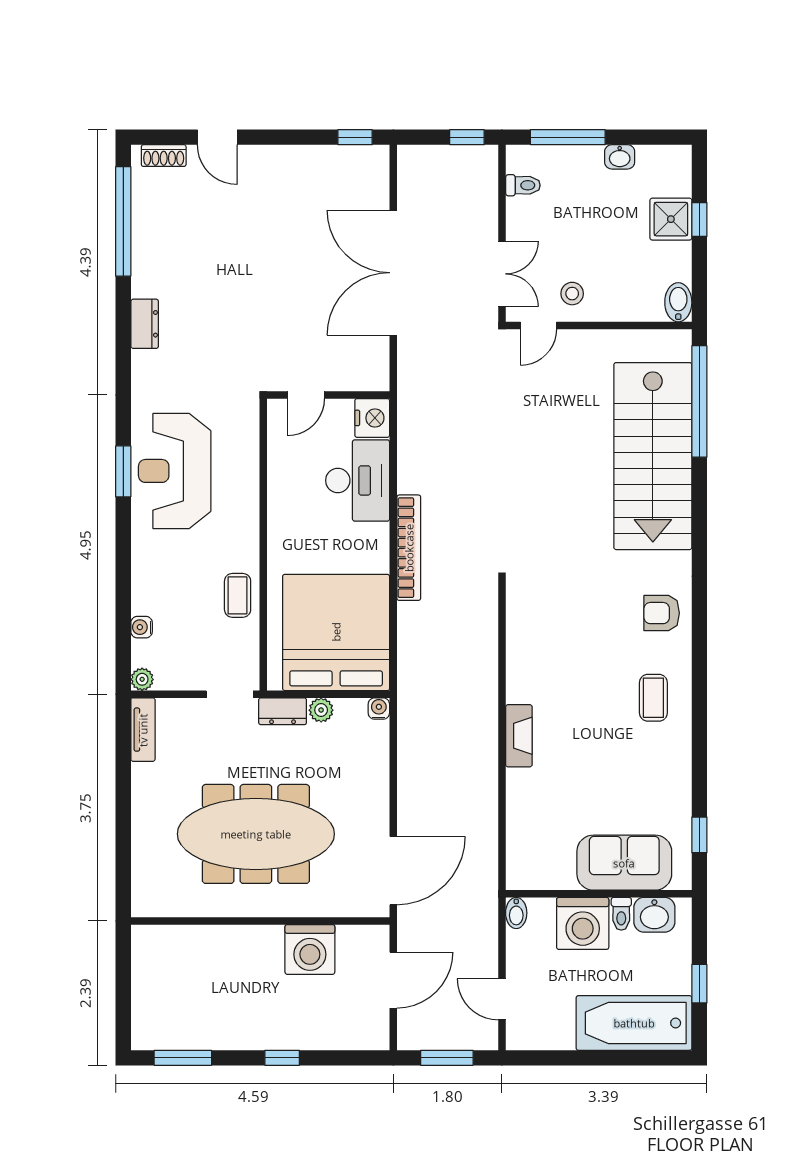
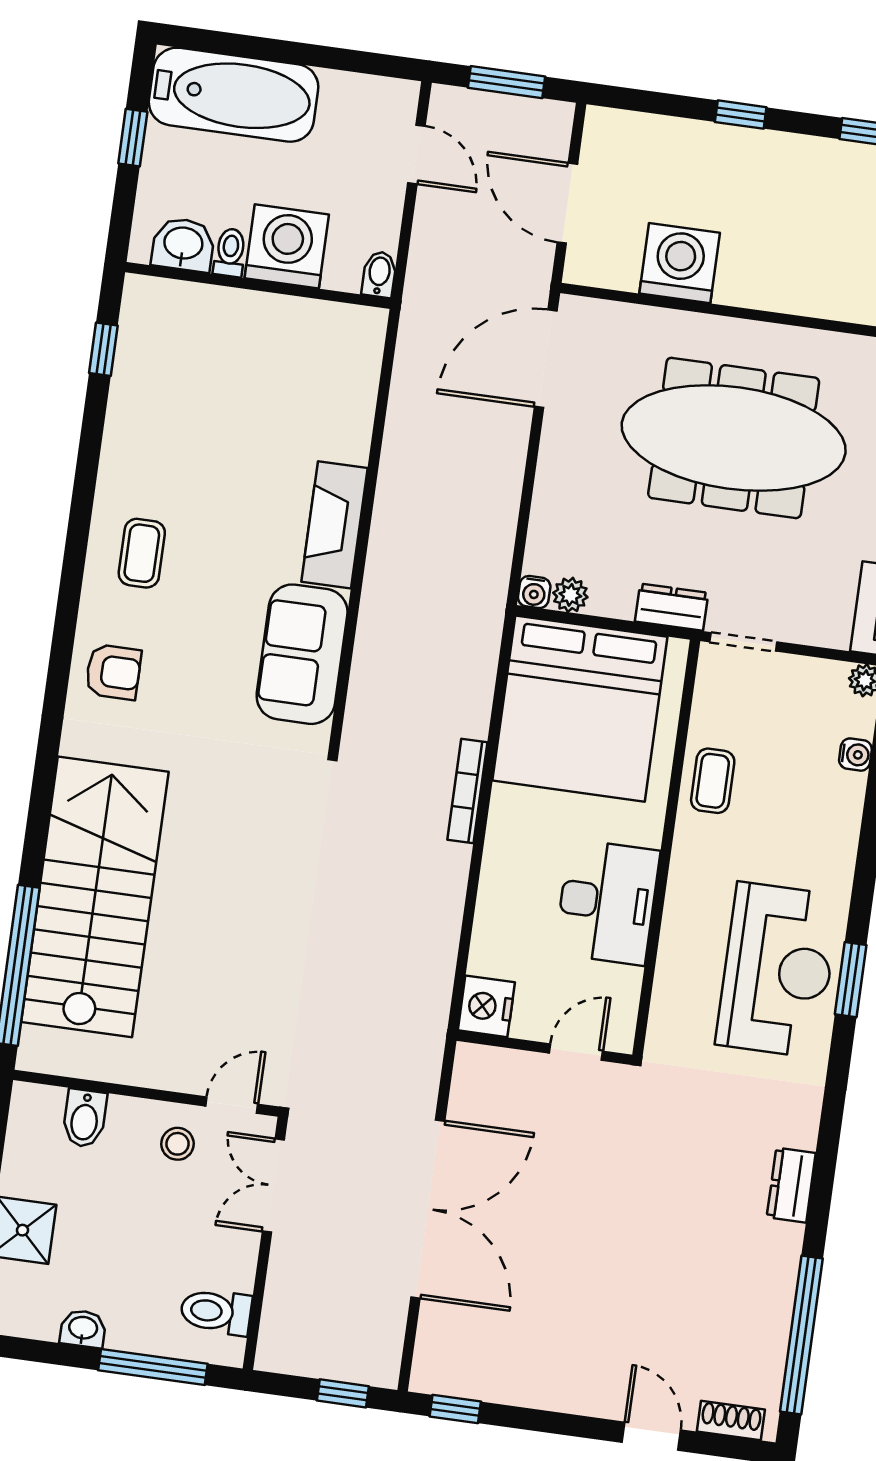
window: (467, 137) -> (343, 1393), moved
toilet: (523, 185) -> (216, 1312), width x1.37, depth x1.39
bidet: (678, 302) -> (85, 1118), moved
desk: (358, 480) -> (607, 902), moved, turned 180
bookcase: (409, 548) -> (467, 791), width x0.68, depth x0.76
plant: (321, 710) -> (570, 595), moved
fireplace: (519, 736) -> (334, 525), width x1.37, depth x1.32
sofa: (624, 863) -> (302, 654), moved, turned 90
door: (393, 980) -> (567, 203), hinge flipped

